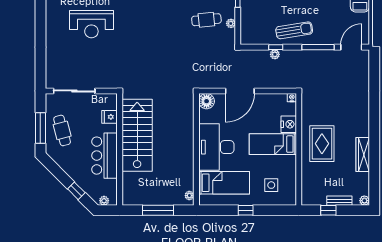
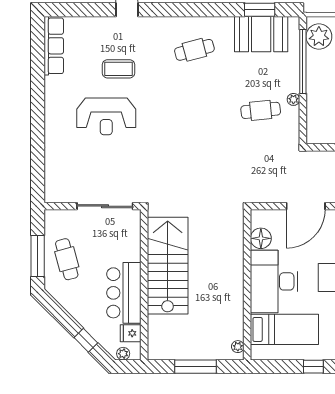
plant: (231, 23) -> (293, 99), moved
sliding door: (74, 91) -> (105, 206), moved
floor lamp: (207, 101) -> (261, 238), moved
fridge: (110, 117) -> (131, 333), moved

